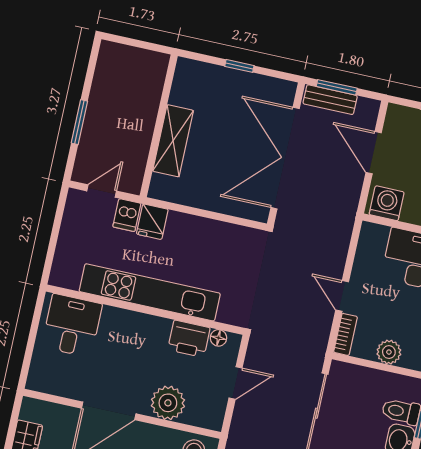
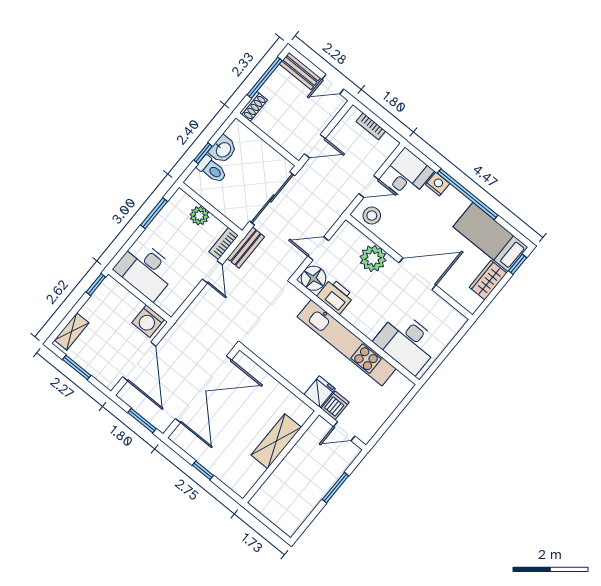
bench: (330, 100) -> (246, 248), moved, turned 90
door: (374, 153) -> (139, 361), width x1.36
desk: (72, 325) -> (407, 342), width x1.37
floor lamp: (218, 338) -> (313, 278), width x1.89, depth x1.89

